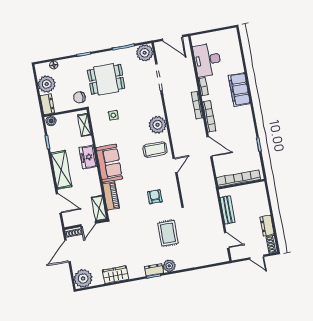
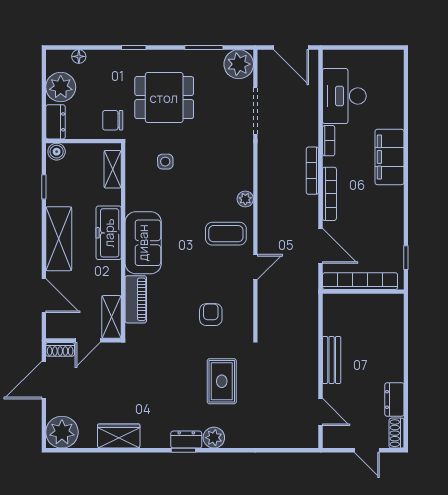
plant: (158, 125) -> (245, 199), width x0.53, depth x0.53
freezer: (88, 157) -> (109, 233), width x1.40
bookcase: (238, 179) -> (360, 281), moved
wall: (241, 184) -> (363, 292), moved

